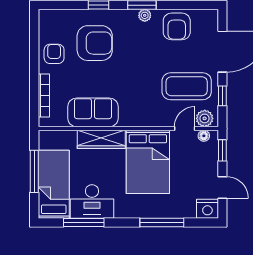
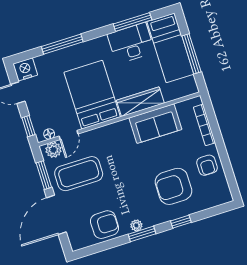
armchair: (177, 26) -> (105, 225), turned 90
window: (222, 96) -> (44, 175), width x1.50

